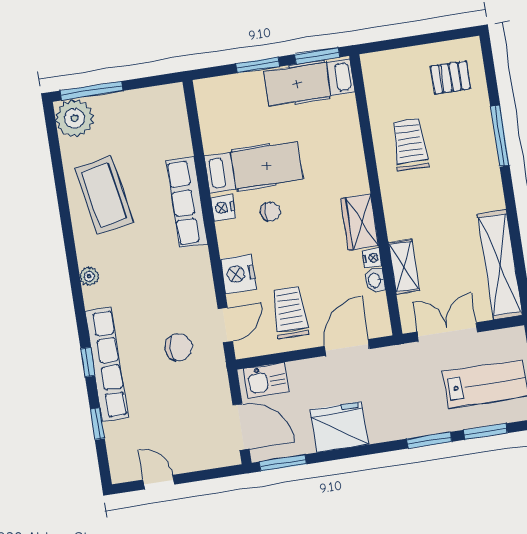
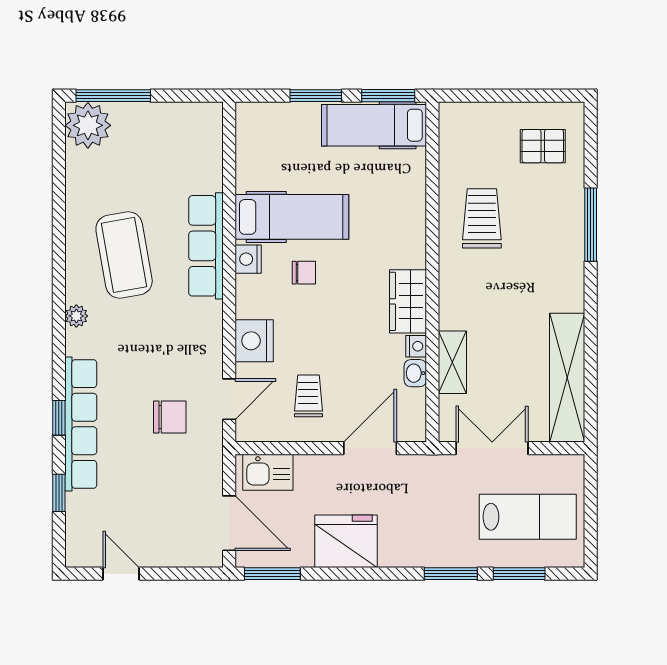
coffee table: (104, 195) -> (124, 255), moved
trolley: (290, 312) -> (308, 396), width x0.73, depth x0.72

